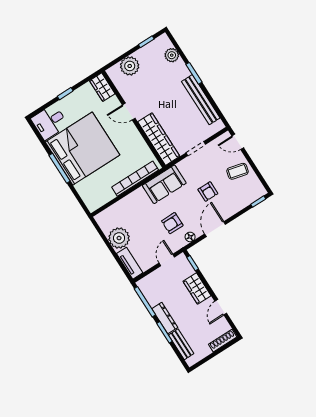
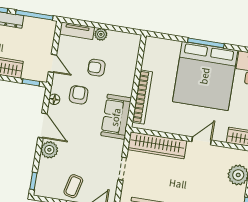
armchair: (208, 192) -> (97, 68), moved
plant: (227, 210) -> (49, 150), added
plant: (119, 238) -> (101, 34), width x0.53, depth x0.53

